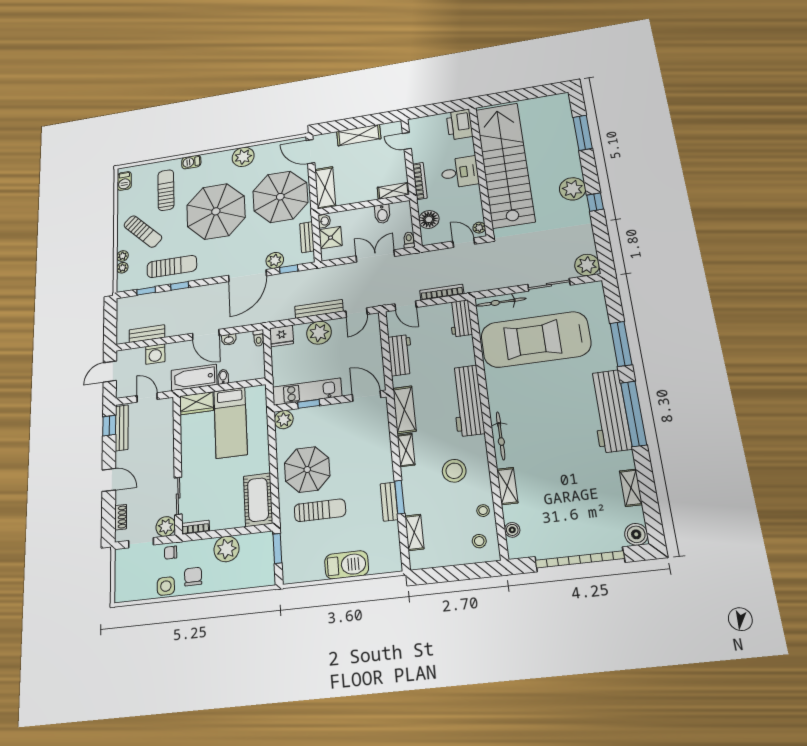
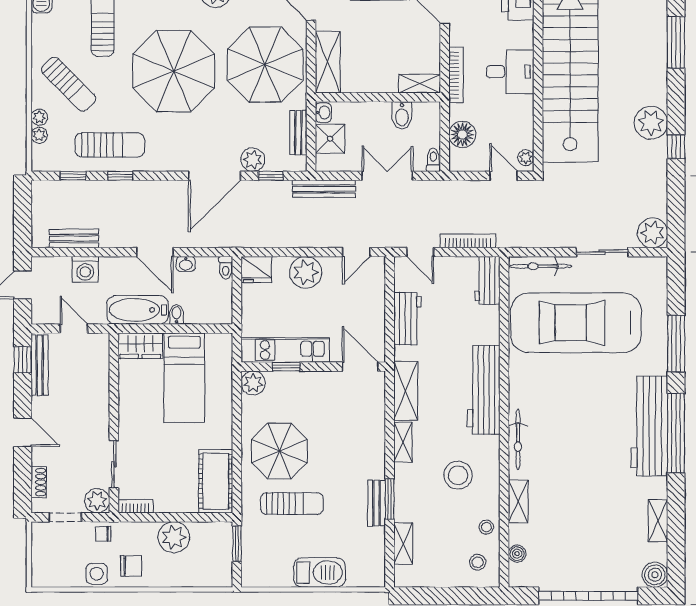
bench: (319, 309) -> (324, 189), moved
chair: (193, 577) -> (131, 566), turned 90

